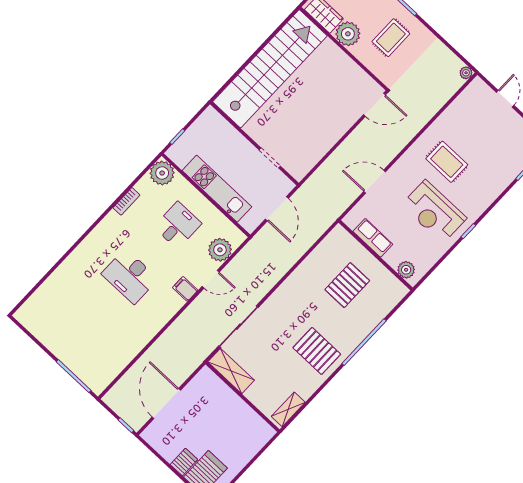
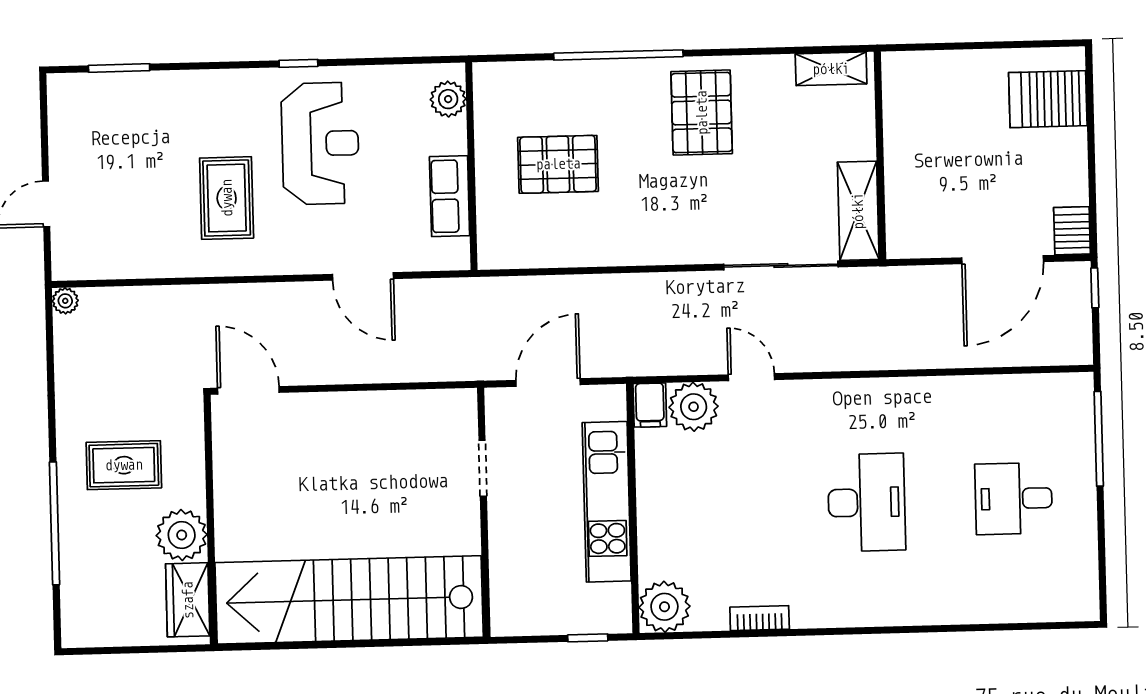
desk: (178, 225) -> (1014, 499), moved
filing cabinet: (185, 289) -> (650, 405), moved
server rack: (184, 462) -> (1072, 231), moved, turned 90

